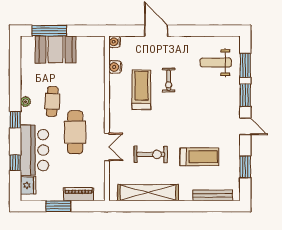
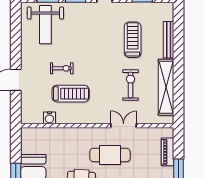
water cooler: (115, 42) -> (26, 118), removed
weight bench: (216, 63) -> (45, 25), width x1.36, depth x1.33
treadmill: (141, 90) -> (71, 94), turned 180
bench: (213, 195) -> (169, 40), moved

